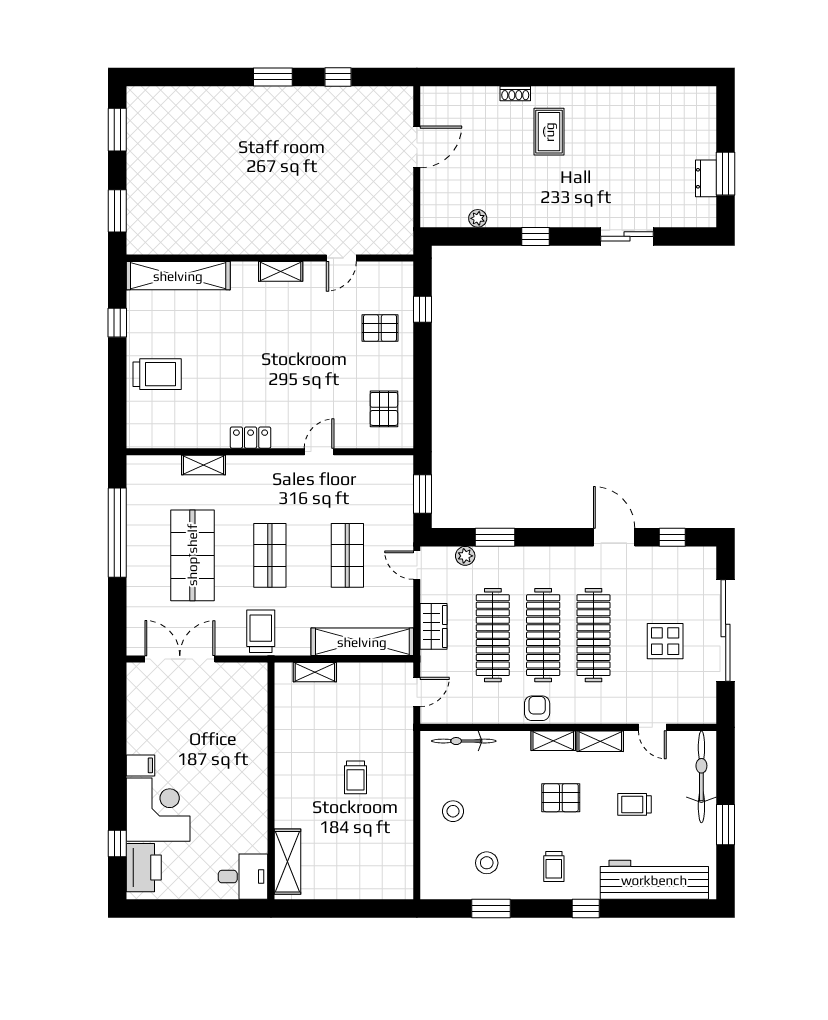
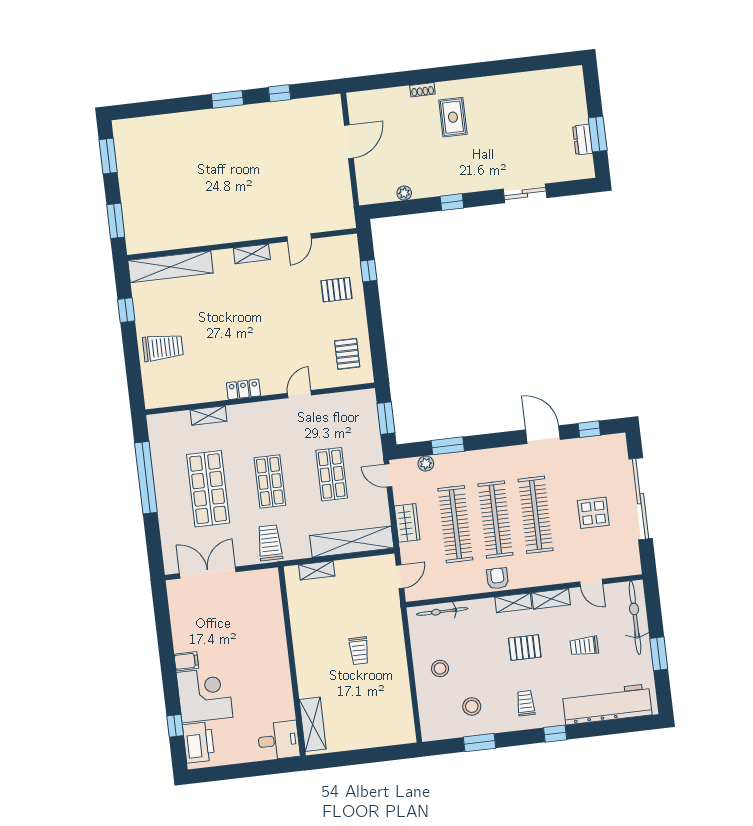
trolley: (554, 867) -> (526, 703), turned 180

